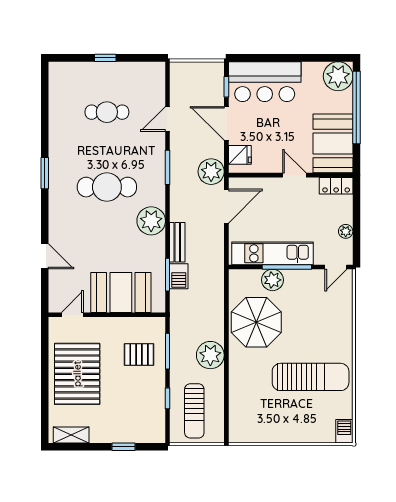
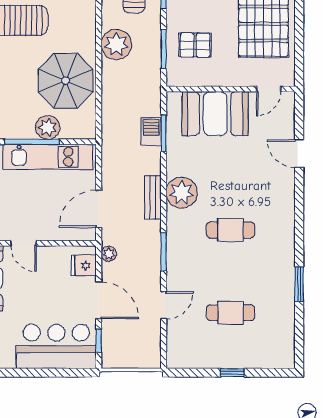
plant: (211, 172) -> (109, 254), width x0.53, depth x0.53
window: (45, 173) -> (299, 284), moved
cafe table: (107, 187) -> (231, 230), width x0.73, depth x0.74
bench: (177, 242) -> (153, 197), moved

